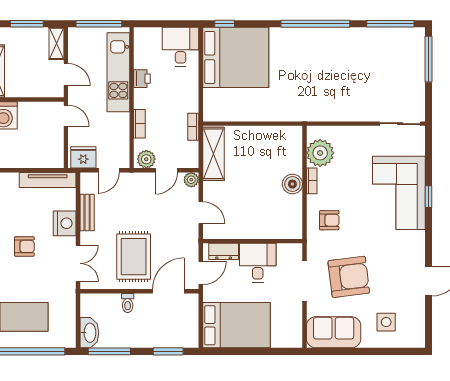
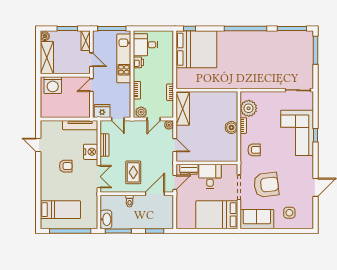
desk: (181, 47) -> (145, 45), moved, turned -90
door: (66, 116) -> (91, 85), swing flipped
door: (109, 170) -> (118, 119), hinge flipped
rug: (134, 257) -> (133, 172), width x0.73, depth x0.70
bed: (236, 325) -> (217, 215), moved, turned 180

